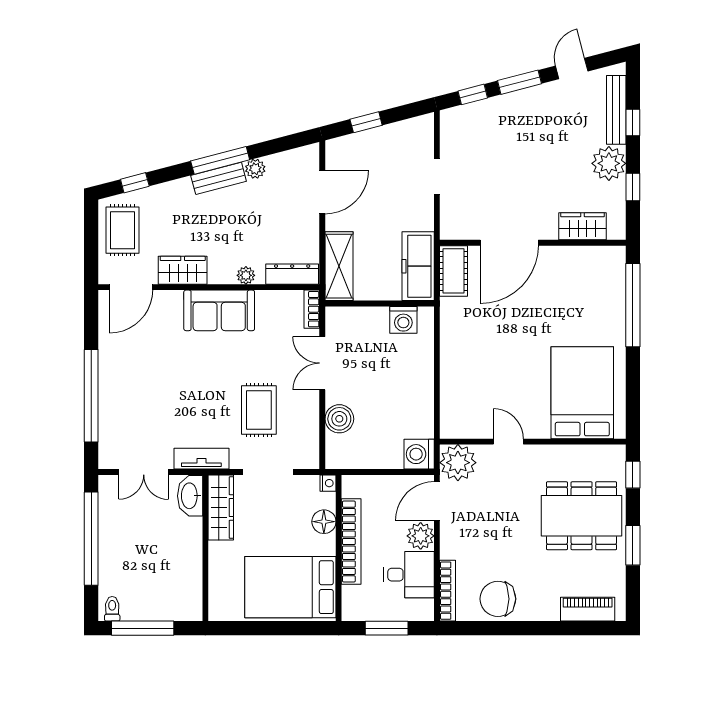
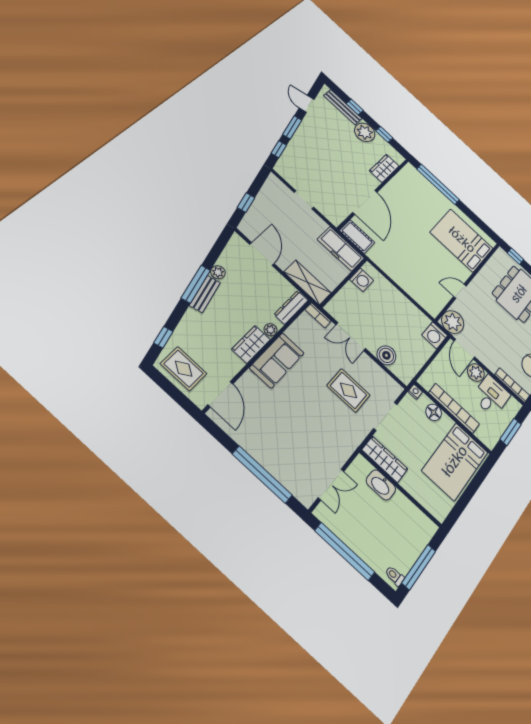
wardrobe: (183, 270) -> (251, 344), moved
tv unit: (201, 459) -> (350, 445), removed
washbasin: (190, 496) -> (381, 485), moved

